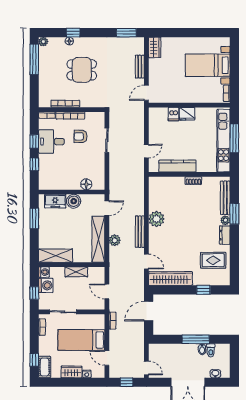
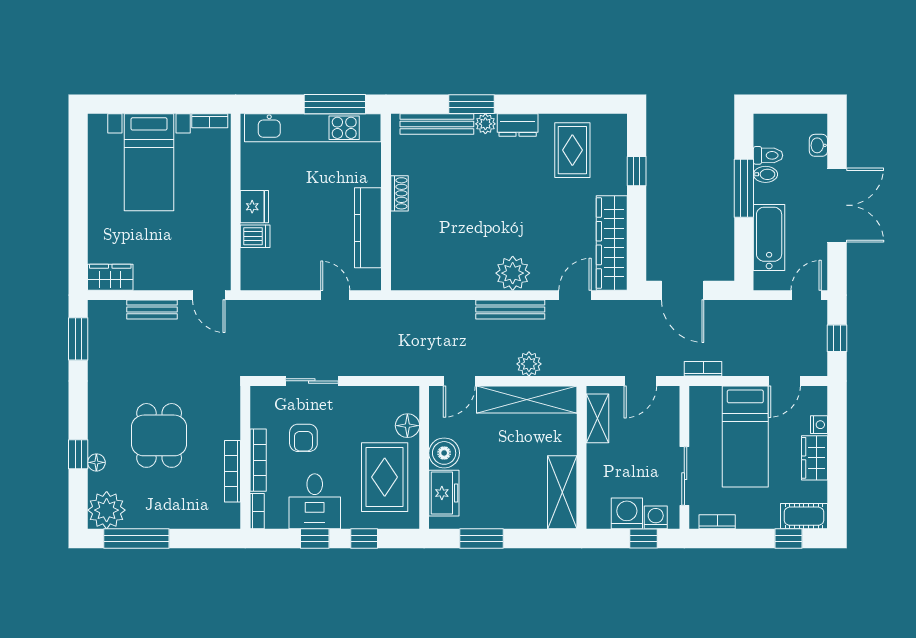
plant: (43, 42) -> (107, 510), width x1.88, depth x1.88
window: (234, 138) -> (335, 104), moved
rug: (63, 174) -> (385, 477), added
door: (107, 208) -> (459, 381), swing flipped
plant: (157, 219) -> (513, 273), moved
washing machine: (44, 272) -> (656, 517), moved
shelving: (76, 272) -> (598, 418), moved
bathtub: (173, 351) -> (769, 238), added

